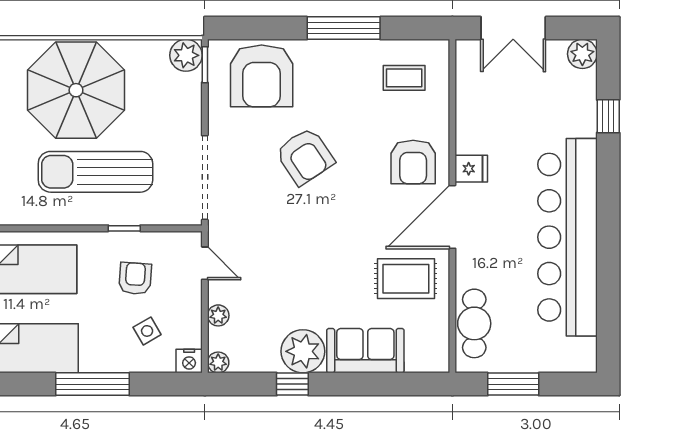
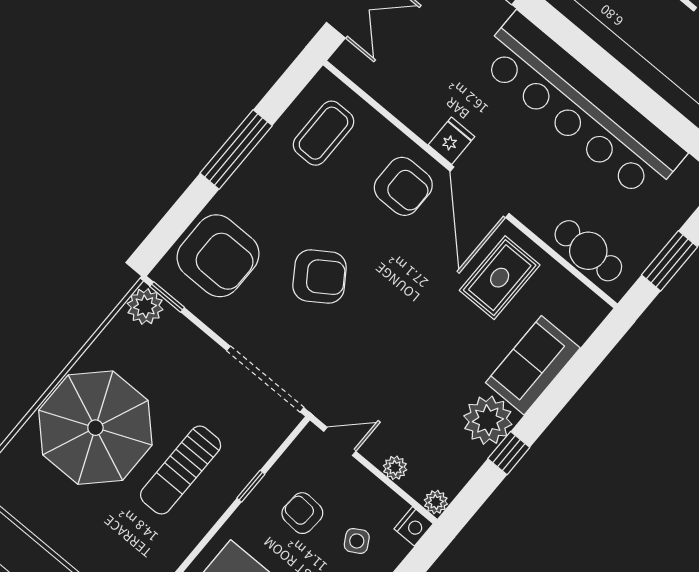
coffee table: (404, 78) -> (323, 133), width x1.36, depth x1.30
sun lounger: (95, 172) -> (181, 470), width x0.73, depth x0.75

